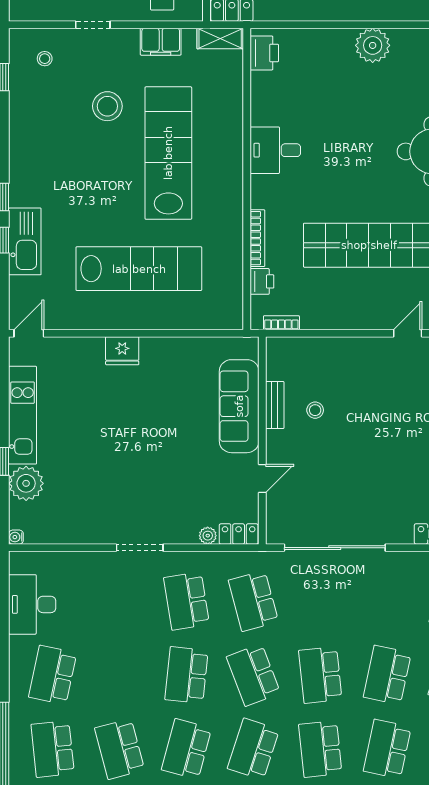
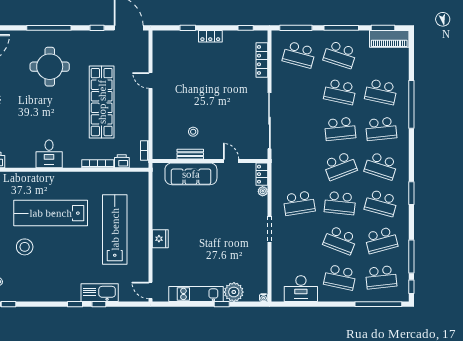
school desk: (253, 601) -> (340, 240), moved, turned 36

